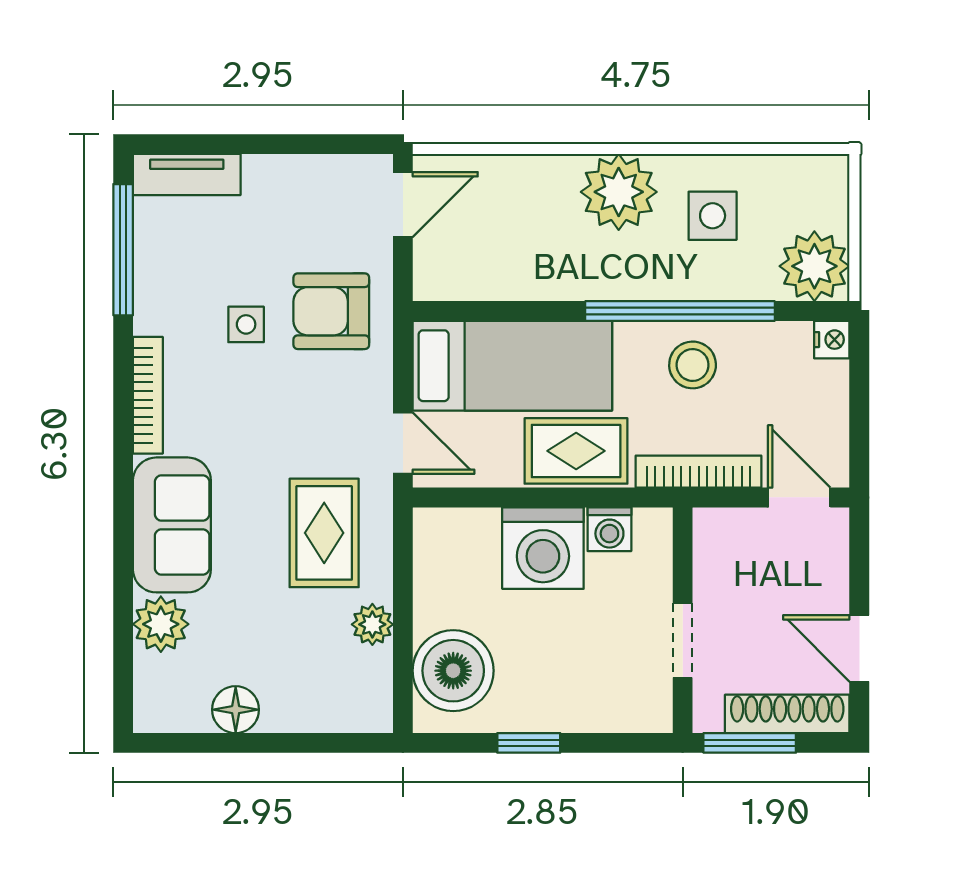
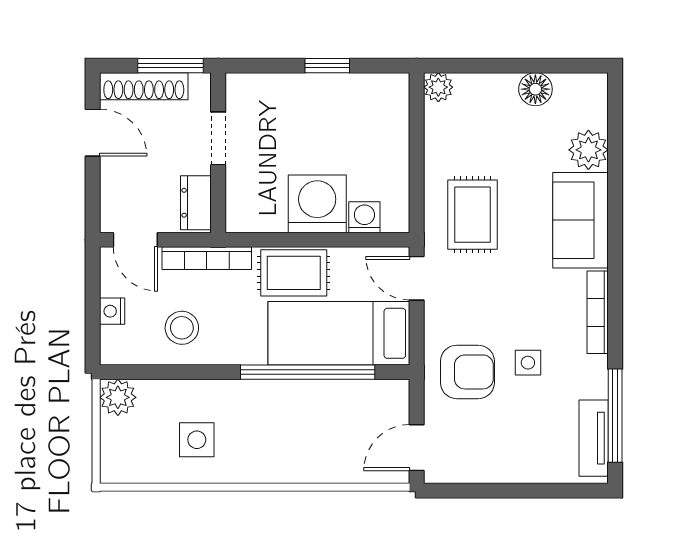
tv unit: (187, 175) -> (594, 438), moved, turned -90
plant: (619, 192) -> (263, 457), removed
plant: (814, 266) -> (118, 397), width x0.73, depth x0.73
window: (680, 311) -> (308, 372), moved
nightstand: (832, 340) -> (112, 311), moved
stool: (693, 365) -> (182, 328), moved
washing machine: (609, 529) -> (364, 217), moved
dresser: (714, 550) -> (196, 203), added
plant: (372, 624) -> (438, 87), moved
boiler: (453, 671) -> (381, 117), removed

